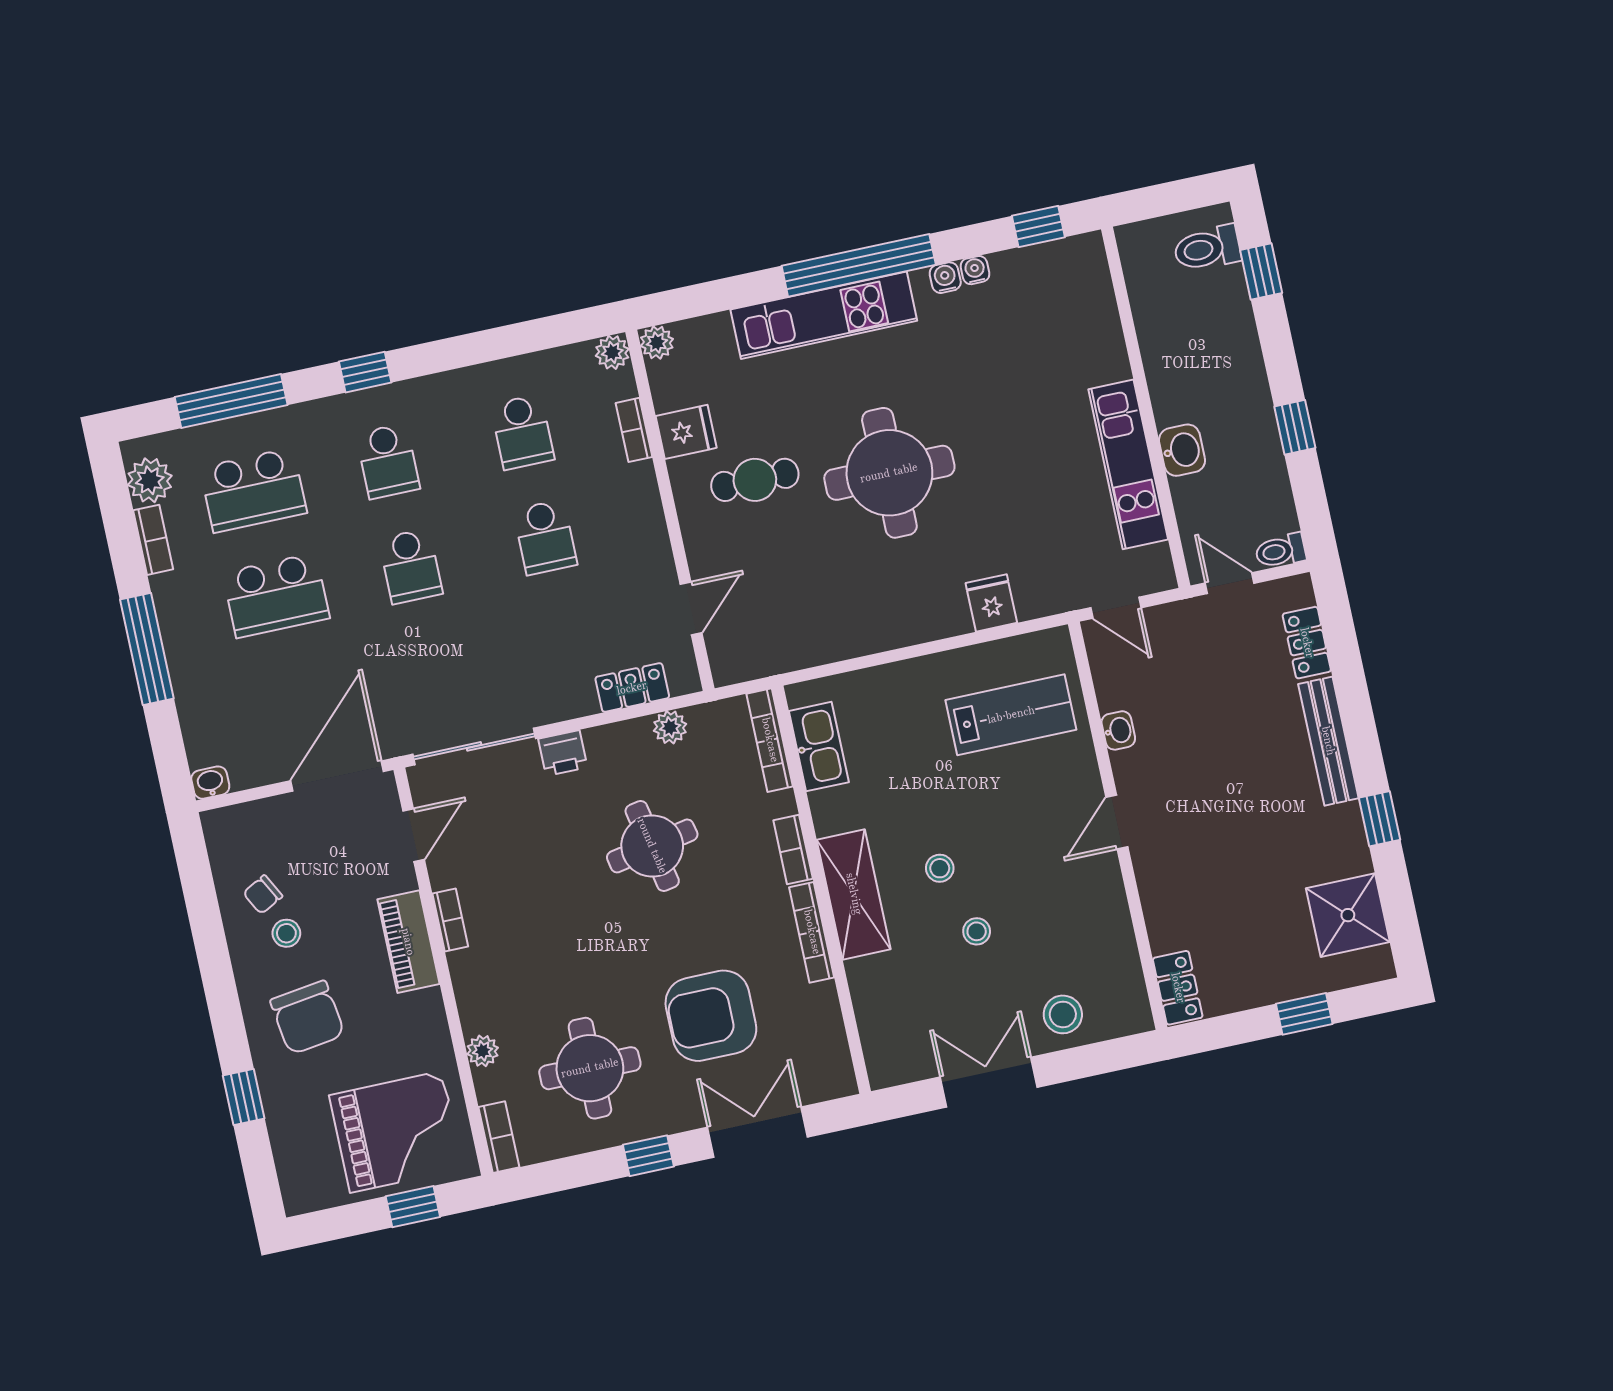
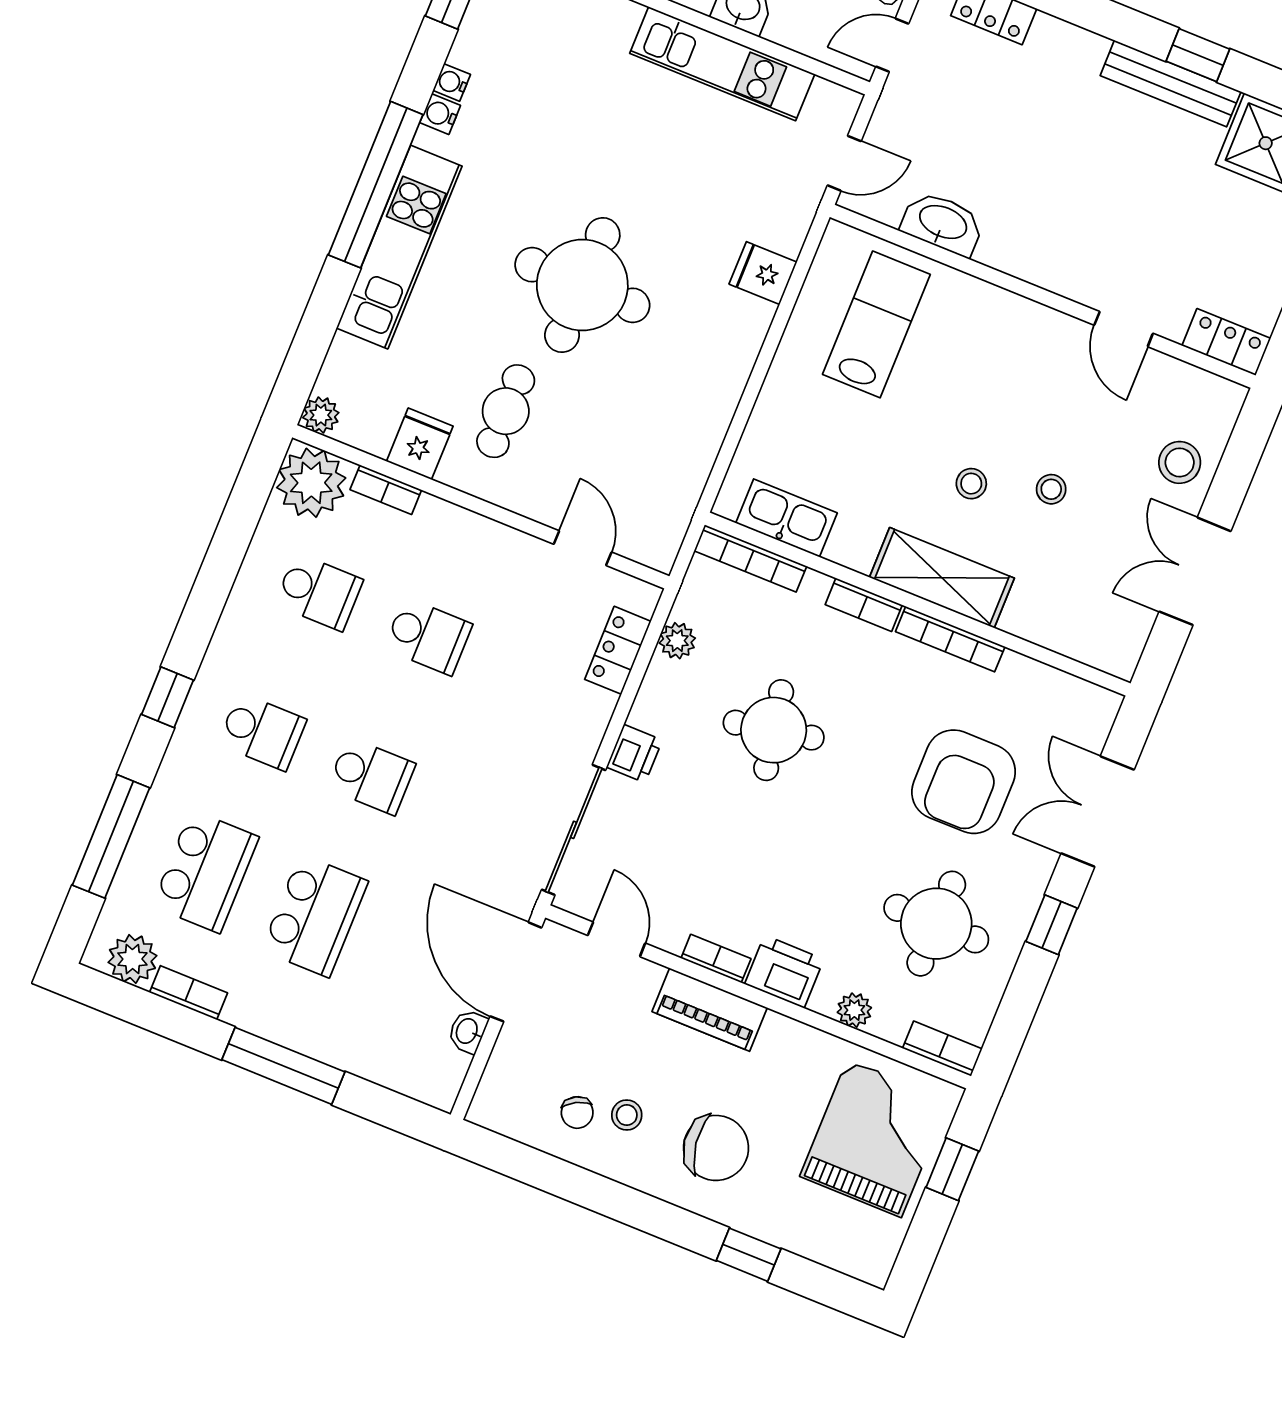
plant: (612, 352) -> (311, 483), width x1.88, depth x1.88
washbasin: (1118, 730) -> (943, 223), width x1.91, depth x1.45
bench: (1328, 741) -> (1171, 84), moved
washbasin: (210, 783) -> (468, 1031), moved
door: (1117, 822) -> (1124, 329), moved
printer: (476, 978) -> (784, 972), added

